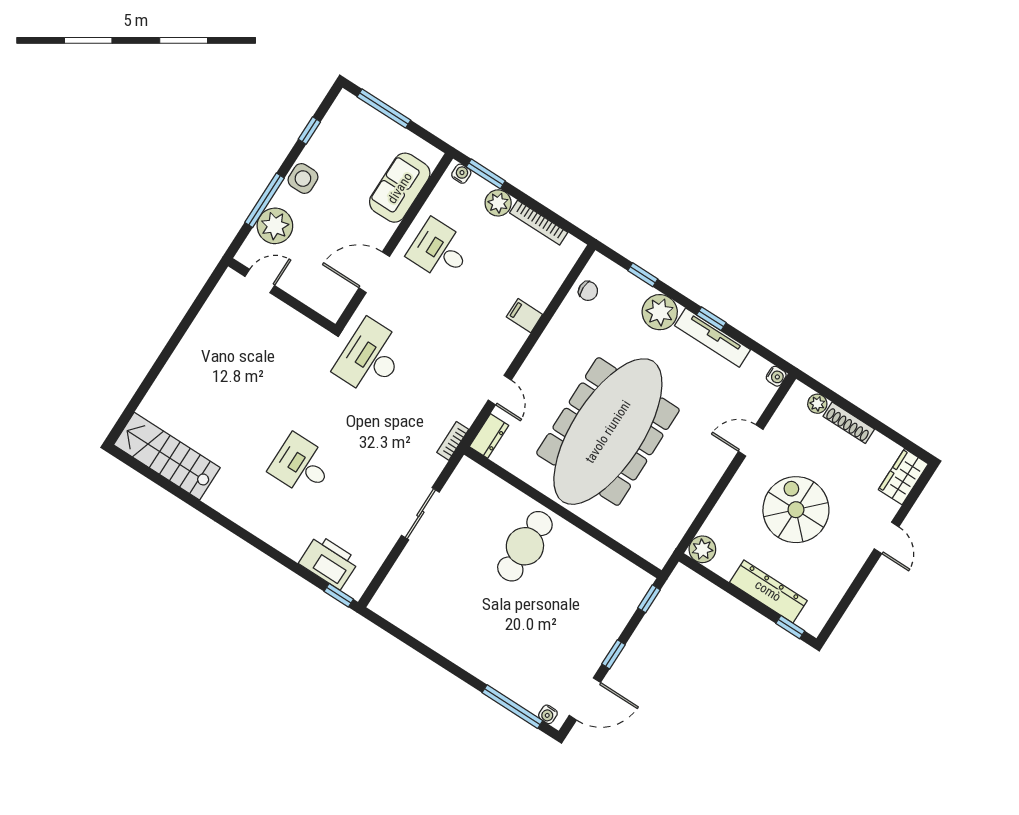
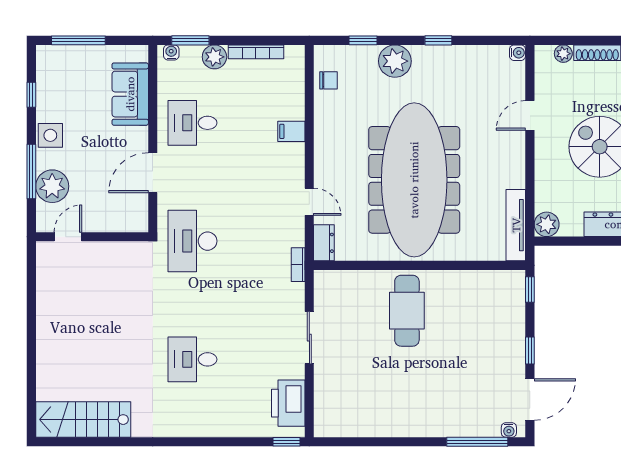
tv unit: (713, 338) -> (516, 225), moved, turned 90
printer: (329, 562) -> (288, 403), moved, turned -90

